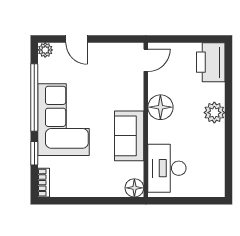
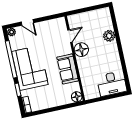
door: (146, 60) -> (70, 36), moved
printer: (211, 62) -> (103, 19), removed
plant: (214, 113) -> (109, 36), moved
desk: (167, 168) -> (112, 84), moved, turned -90

